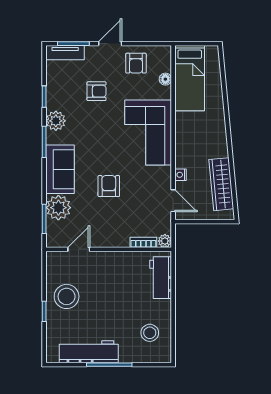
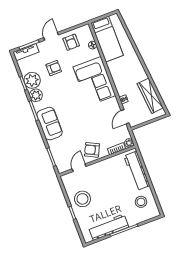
armchair: (109, 186) -> (92, 150), moved, turned -64
door: (173, 201) -> (125, 117), swing flipped
plant: (58, 208) -> (32, 80), moved
workbench: (161, 278) -> (137, 171), width x1.37

